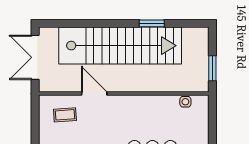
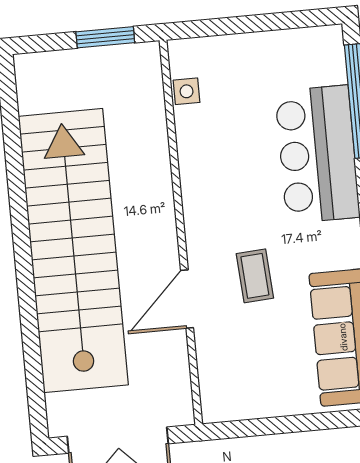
window: (152, 23) -> (16, 184), removed
coffee table: (65, 115) -> (255, 276), moved

